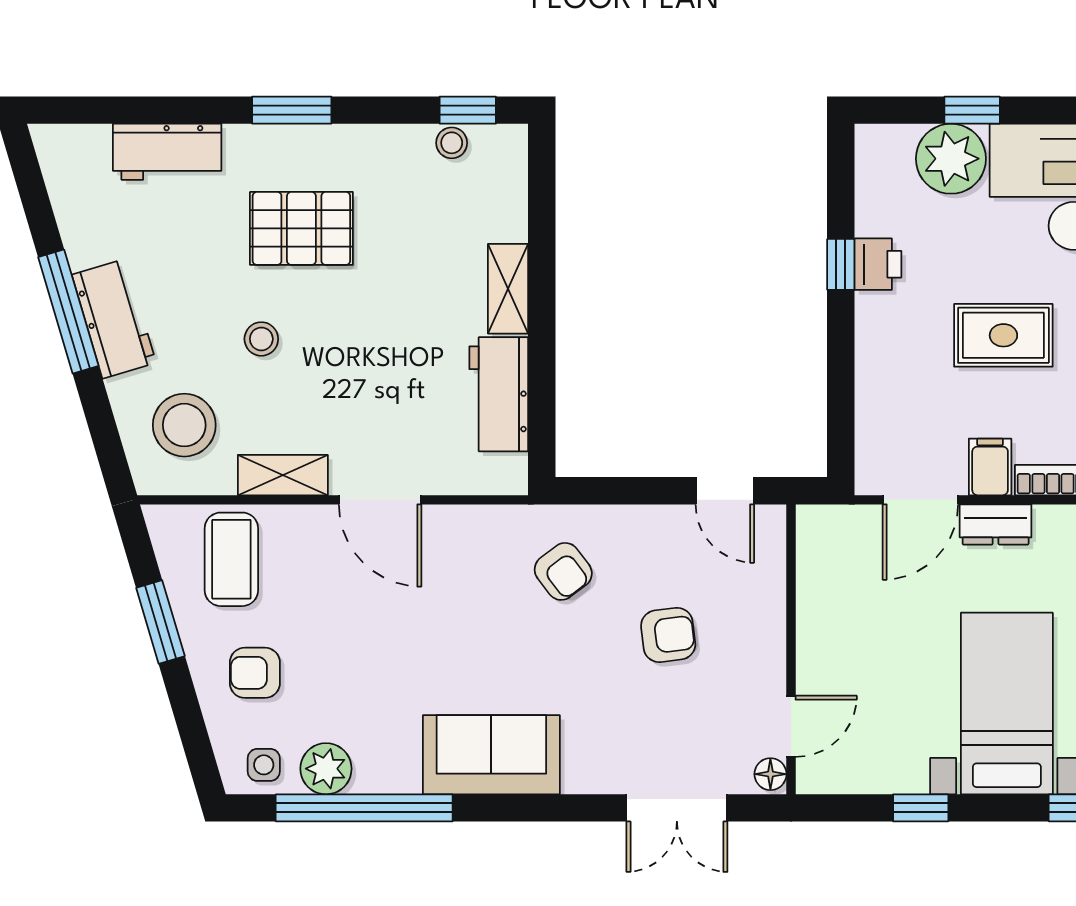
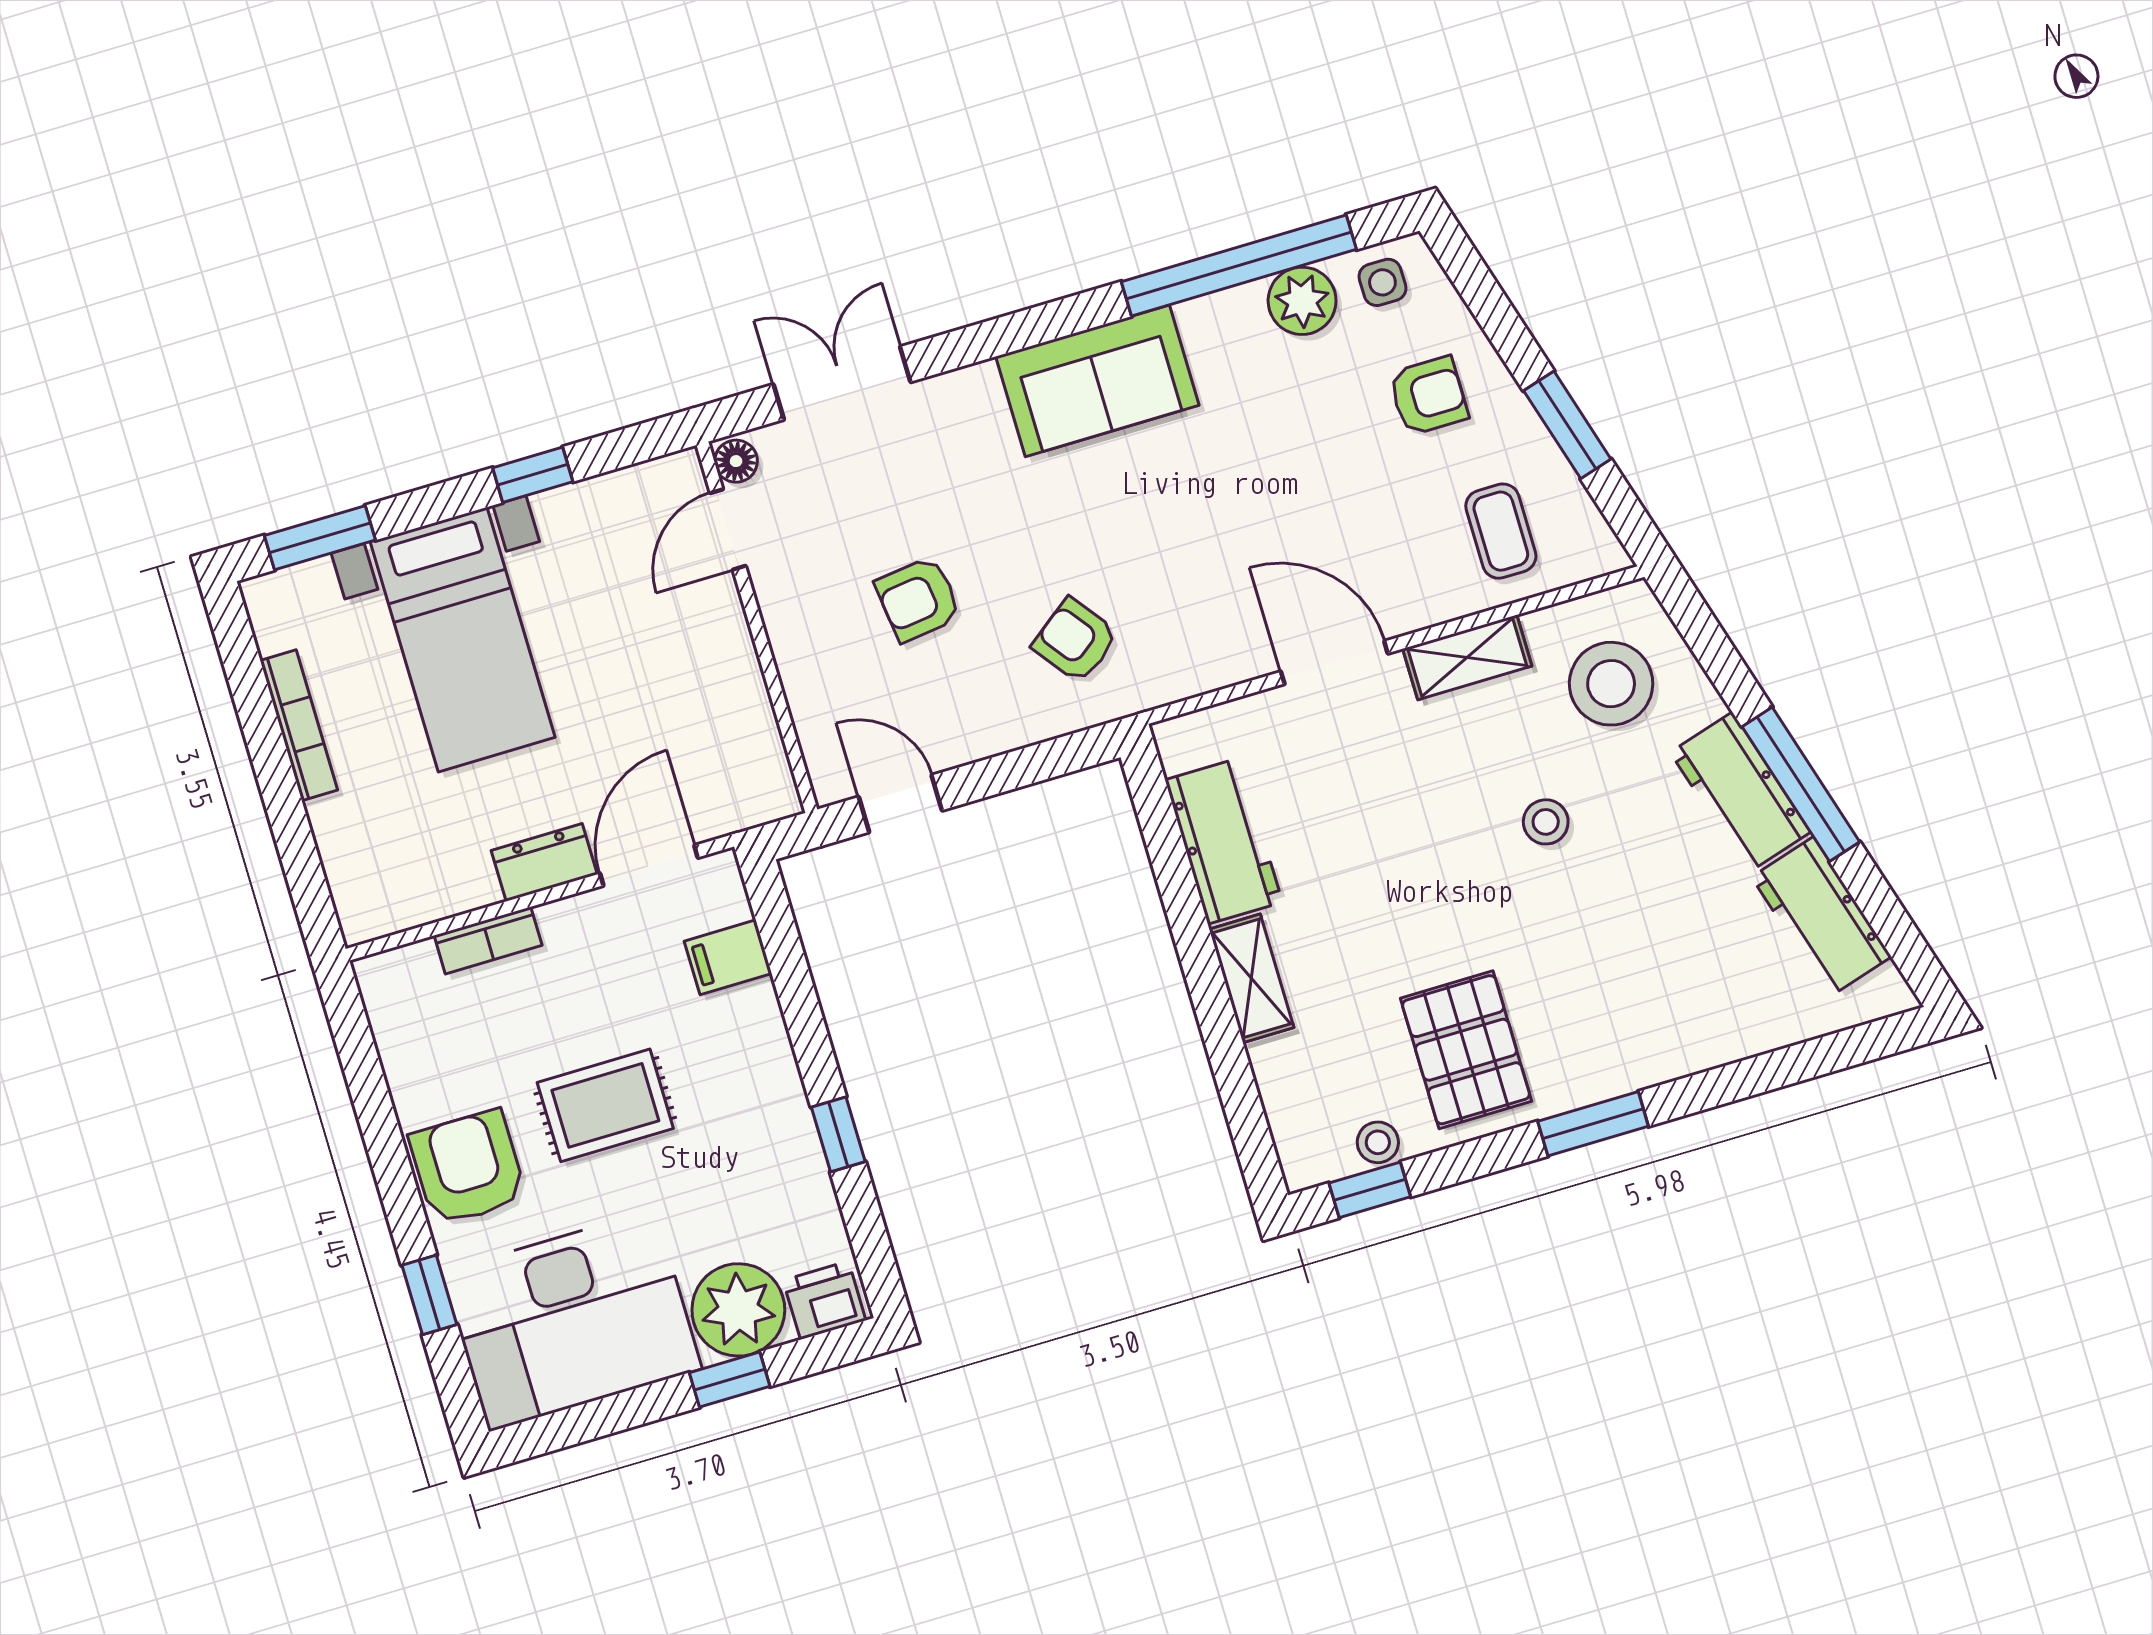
workbench: (167, 152) -> (1821, 917), moved, turned -107
pallet: (301, 228) -> (1466, 1050), moved, turned 90
printer: (878, 264) -> (824, 1300), moved, turned 90
filing cabinet: (990, 467) -> (728, 957), moved, turned 90
coffee table: (231, 559) -> (1501, 531), width x0.73, depth x0.77

